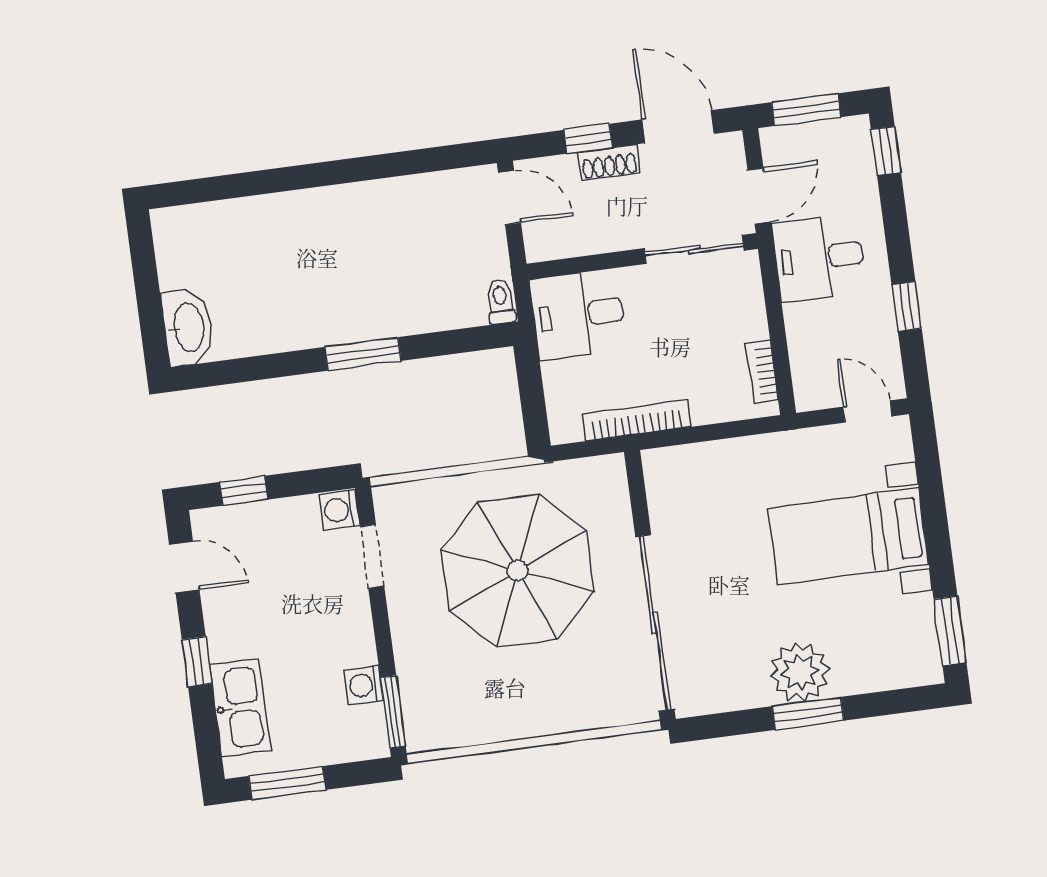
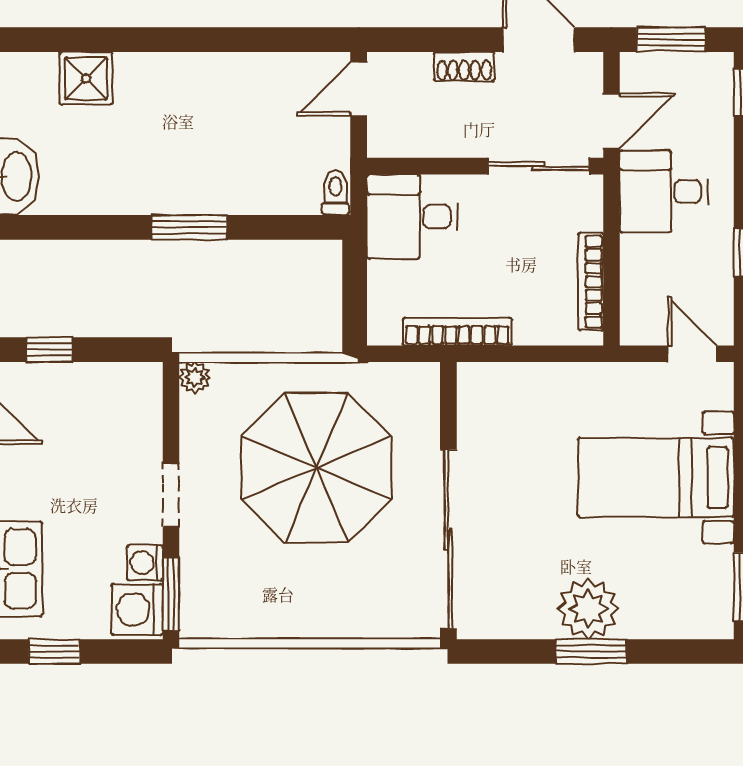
window: (588, 139) -> (446, 40), removed
door: (510, 198) -> (359, 89), swing flipped
shower: (244, 223) -> (86, 78), added
bookcase: (762, 372) -> (591, 282), width x1.56
plant: (388, 499) -> (195, 377), added
washing machine: (340, 510) -> (137, 609), moved, width x1.38, depth x1.38
doorway: (372, 556) -> (171, 495), moved
window: (287, 783) -> (54, 651), width x0.67

